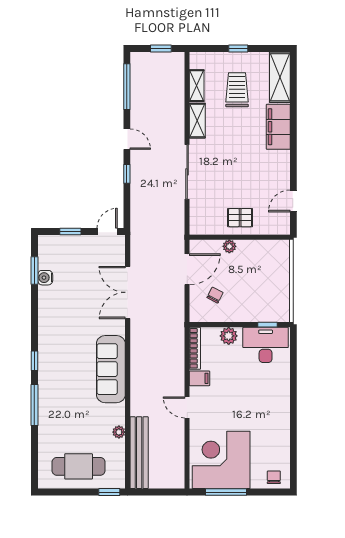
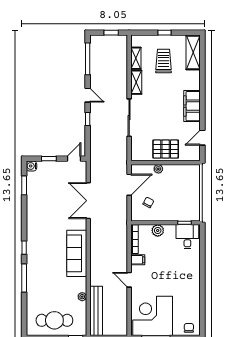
filing cabinet: (278, 127) -> (192, 106), moved
pallet: (240, 218) -> (166, 149), width x1.50, depth x1.42
water cooler: (45, 278) -> (31, 166), moved
desk: (266, 345) -> (187, 237), width x0.73

